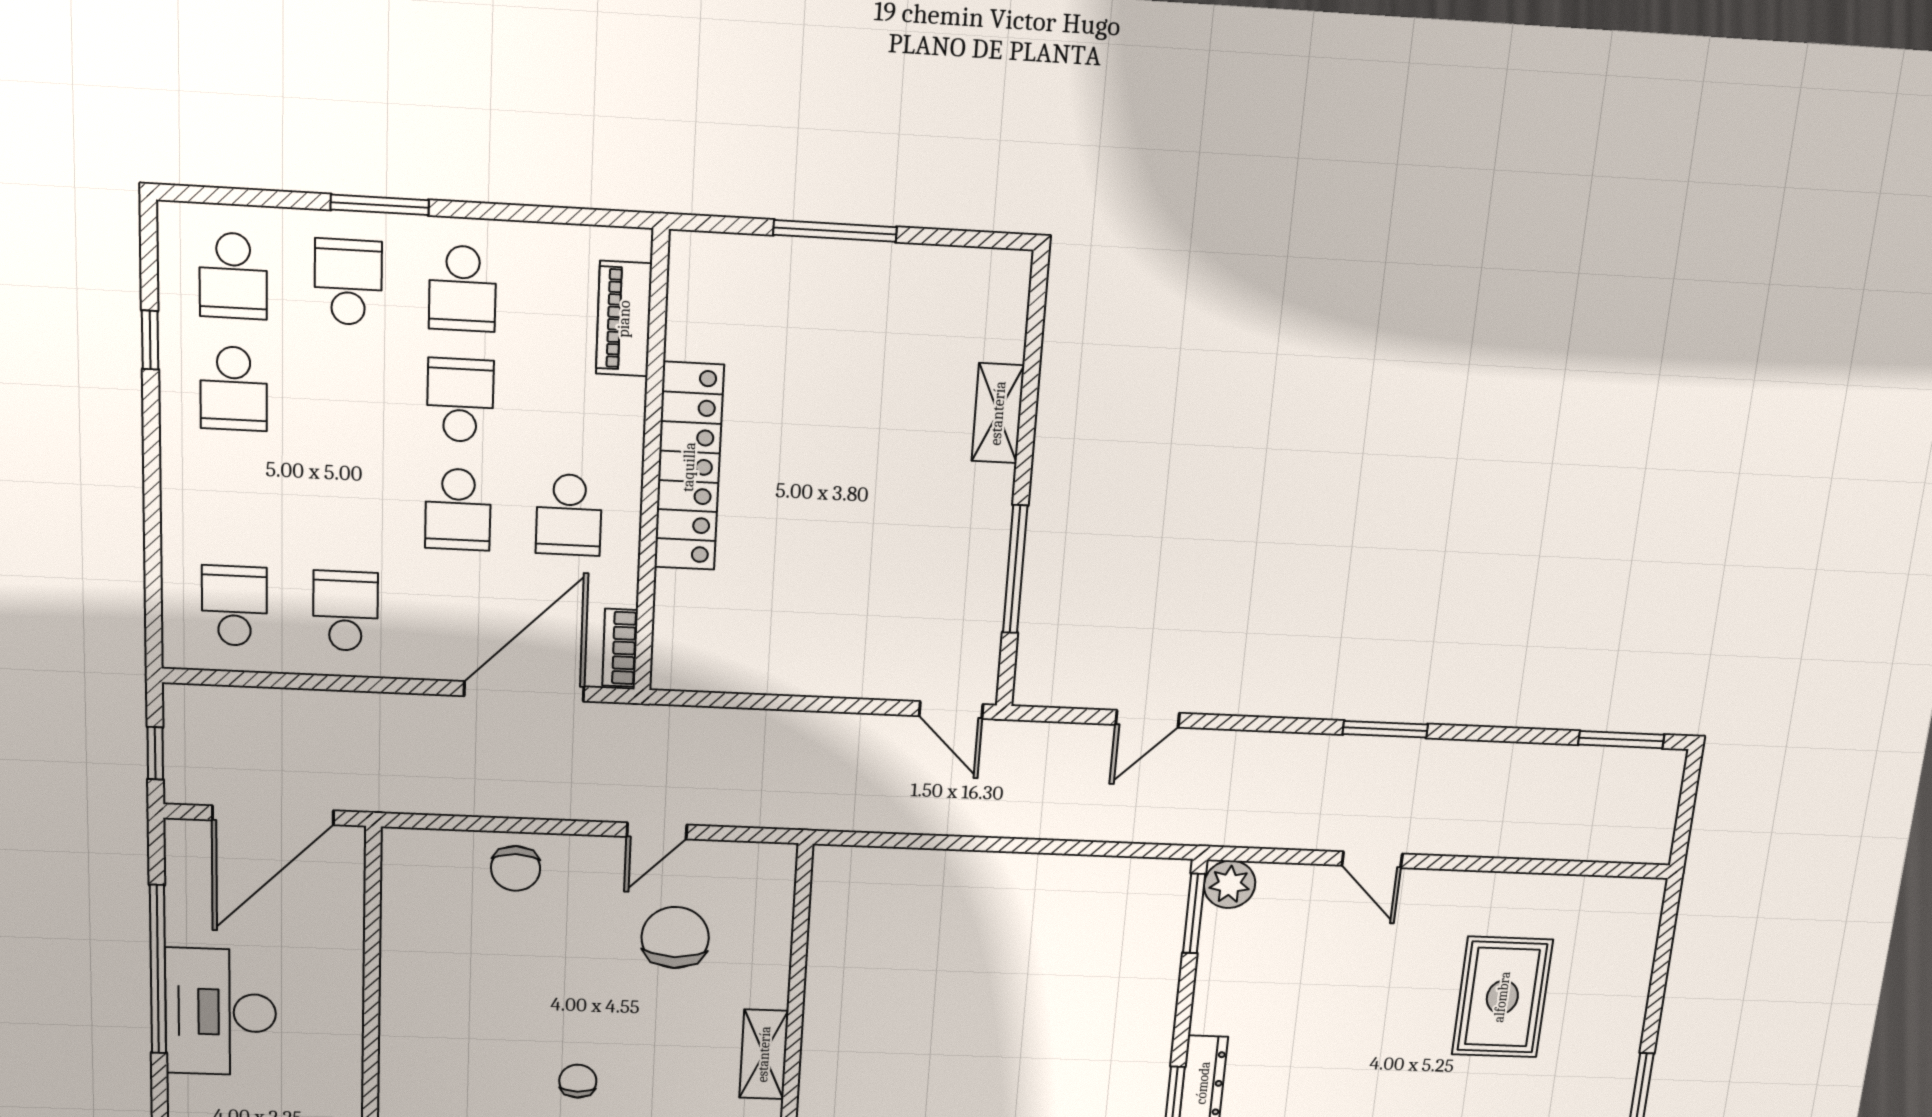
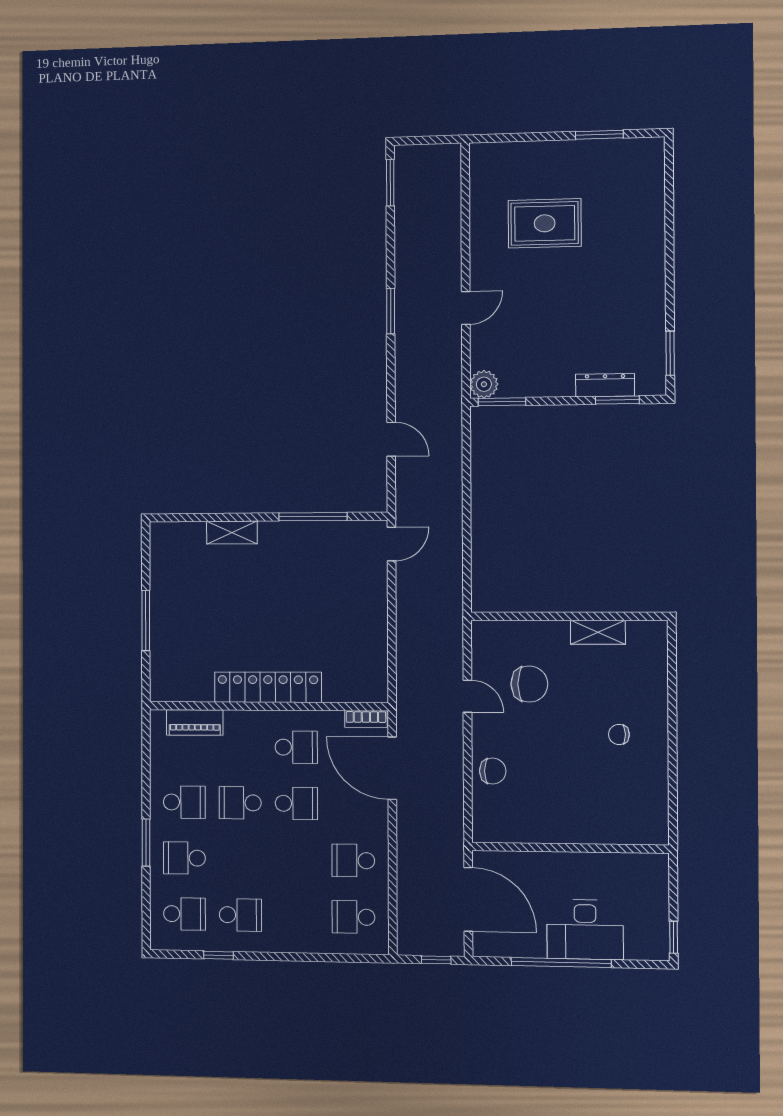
chair: (675, 937) -> (529, 684), turned 180

